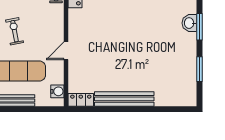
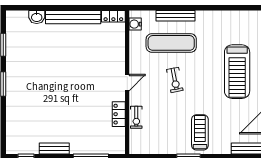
washbasin: (189, 23) -> (37, 17), moved, turned 90
door: (66, 51) -> (127, 83), moved

